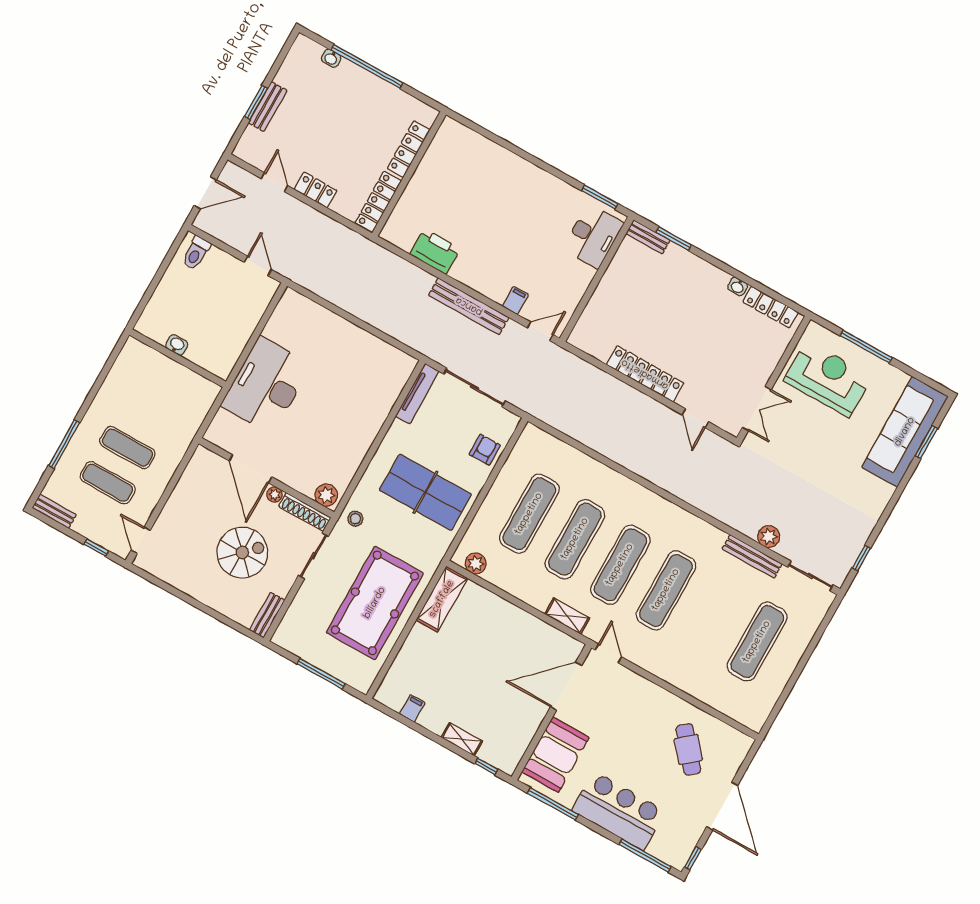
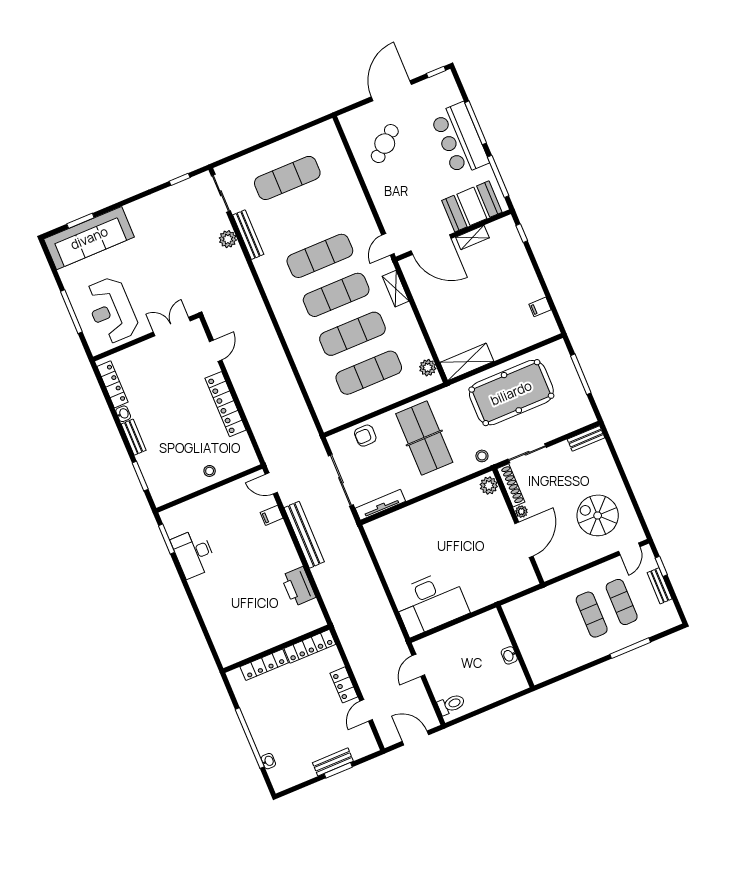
desk: (593, 236) -> (194, 553), moved, turned -90
bench: (648, 237) -> (134, 437), moved
stool: (610, 296) -> (210, 471), added
desk: (266, 385) -> (431, 603), moved
bench: (54, 511) -> (660, 586), moved
spiral stairs: (242, 552) -> (598, 515), moved
shelving: (462, 739) -> (472, 238), moved, turned 90
window: (645, 856) -> (476, 123), moved

